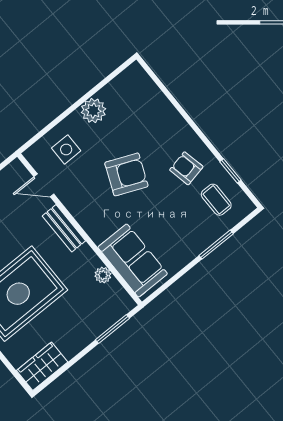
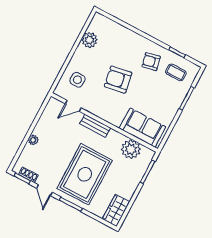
plant: (93, 111) -> (89, 40), moved
armchair: (126, 174) -> (118, 80), turned -123
plant: (103, 275) -> (131, 149), width x1.87, depth x1.87

